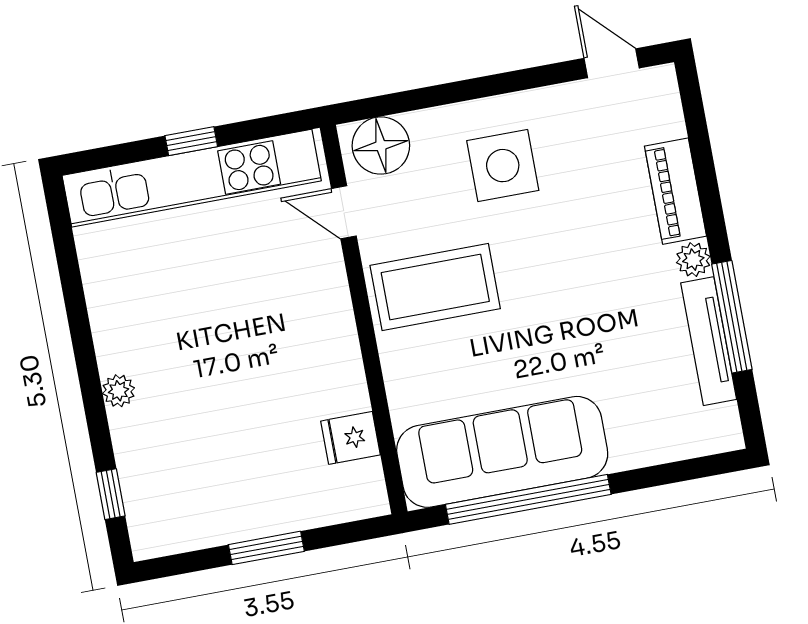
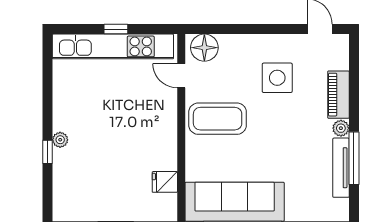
side table: (503, 166) -> (277, 78), moved
window: (111, 494) -> (47, 152), moved

